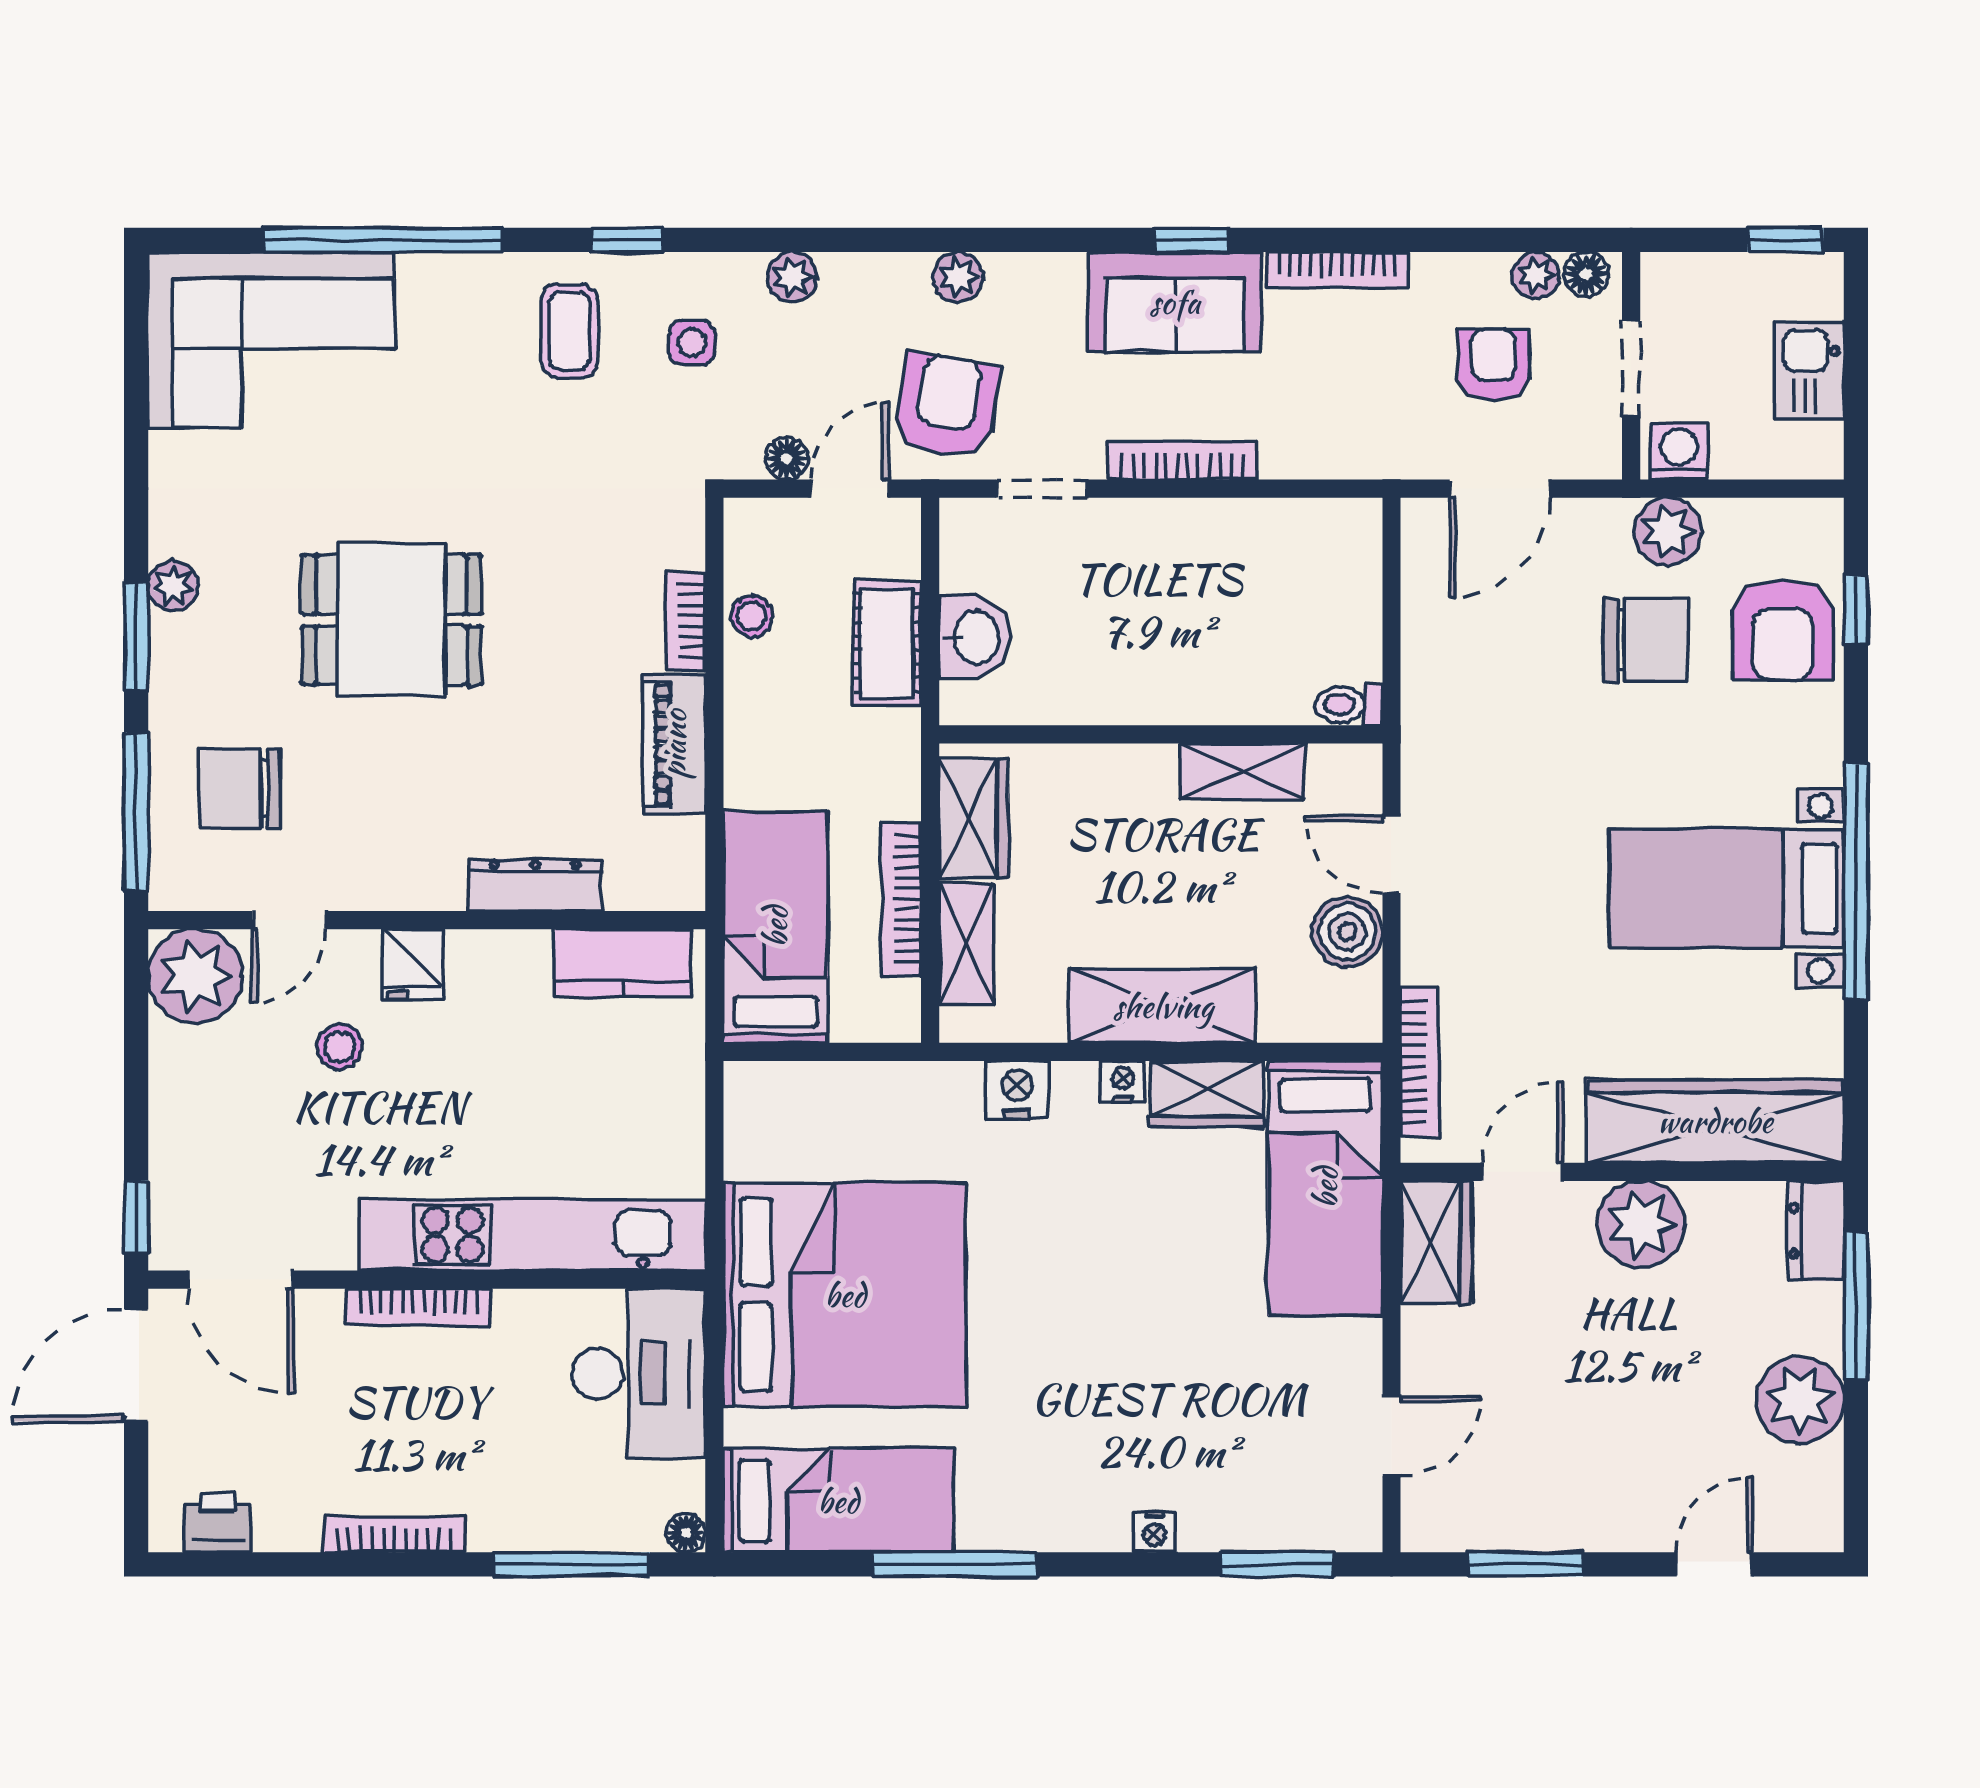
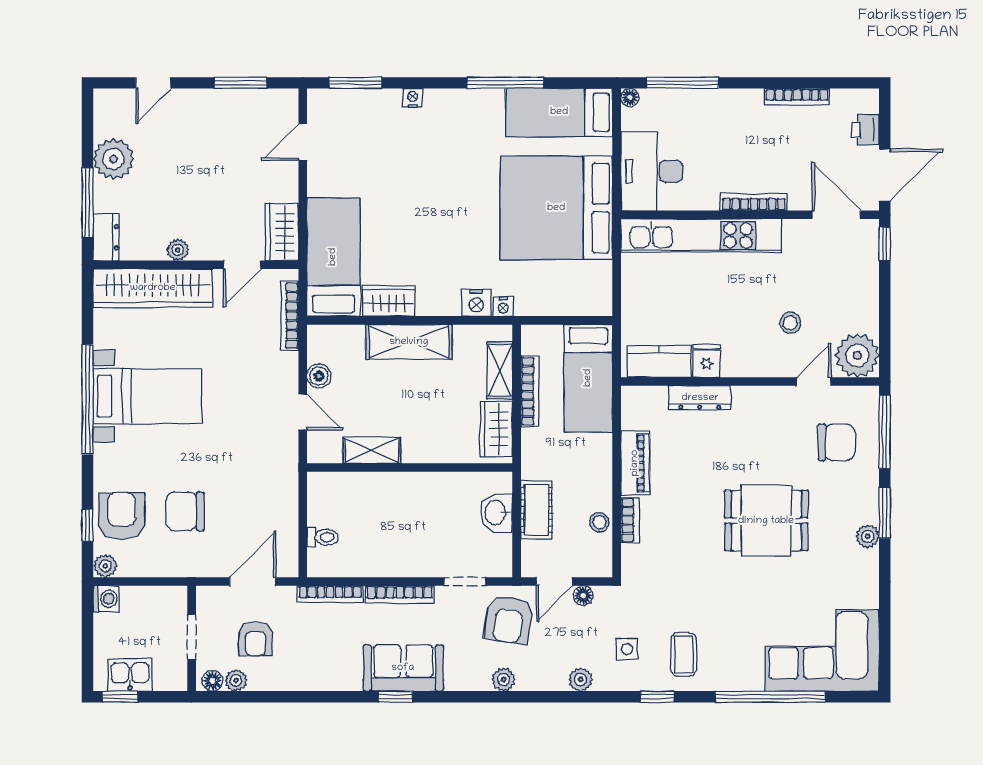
bookcase: (1337, 270) -> (330, 594), moved, turned 180
kitchen sink: (1809, 370) -> (130, 675), moved, turned -90
washing machine: (1679, 451) -> (106, 599), moved, turned -90
plant: (1668, 532) -> (105, 566), moved, width x0.73, depth x0.73
toilet: (1349, 705) -> (323, 537), moved
boiler: (1347, 932) -> (319, 376), width x0.73, depth x0.73
fridge: (412, 964) -> (707, 361), moved
nightstand: (1123, 1082) -> (503, 307), moved
plant: (1641, 1224) -> (178, 250), width x0.53, depth x0.53
printer: (218, 1523) -> (865, 130), moved, turned 90
bookcase: (394, 1534) -> (797, 97), moved

